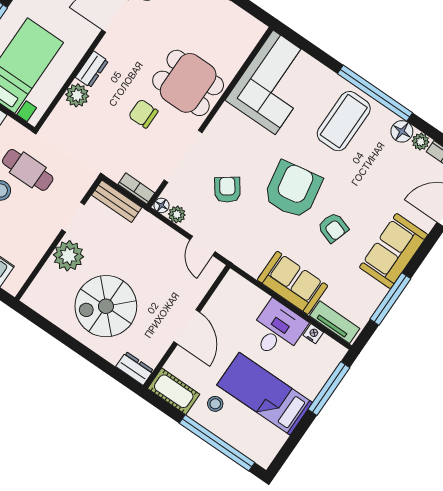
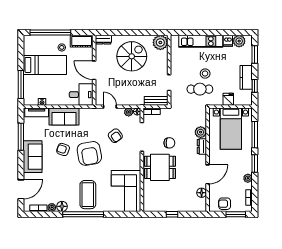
plant: (68, 256) -> (160, 42), moved
desk: (277, 330) -> (81, 95), moved, turned -90

